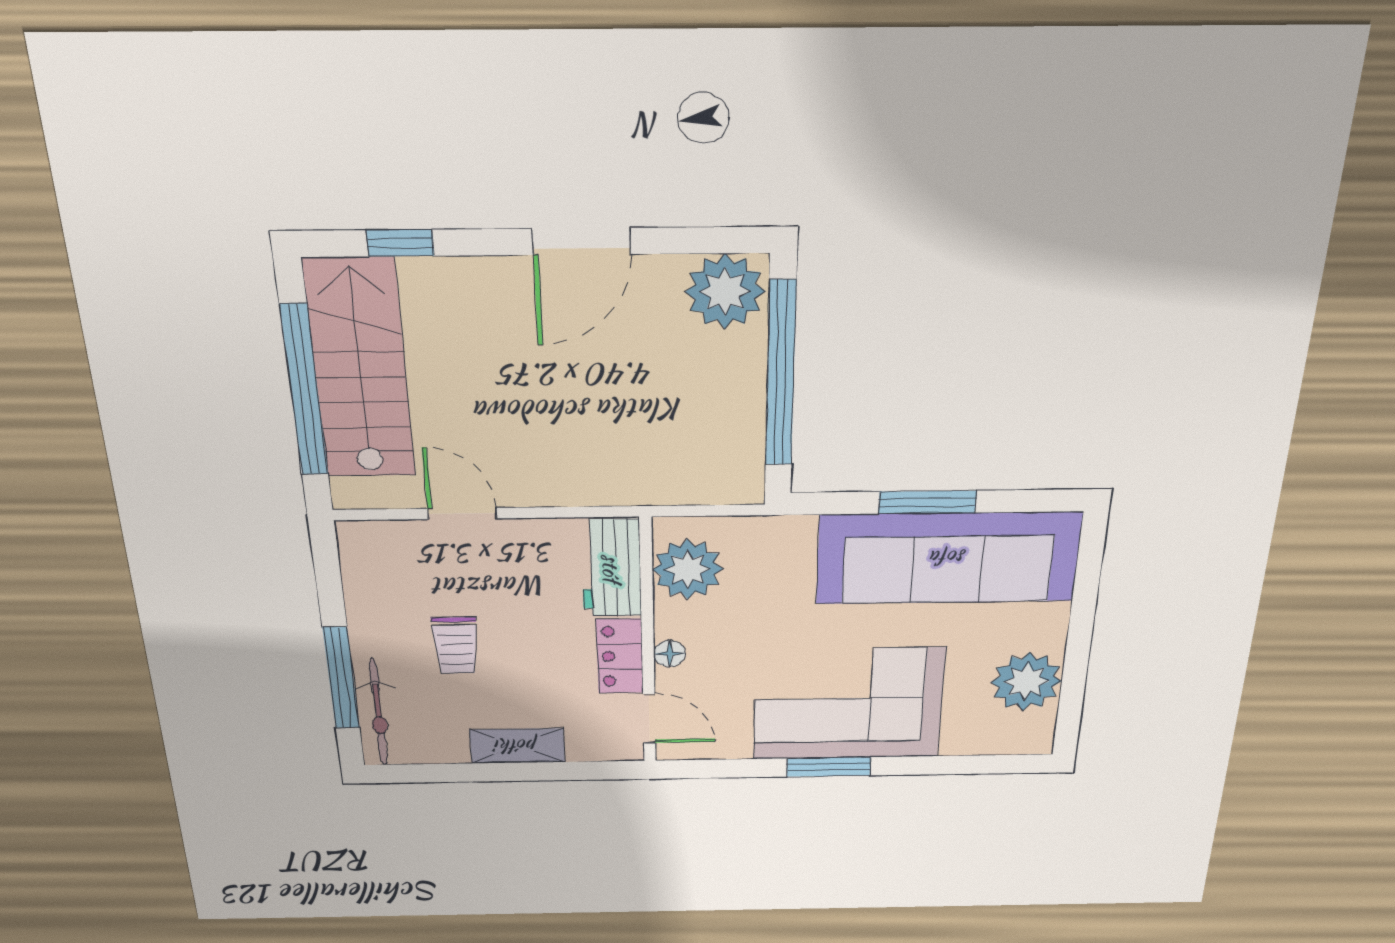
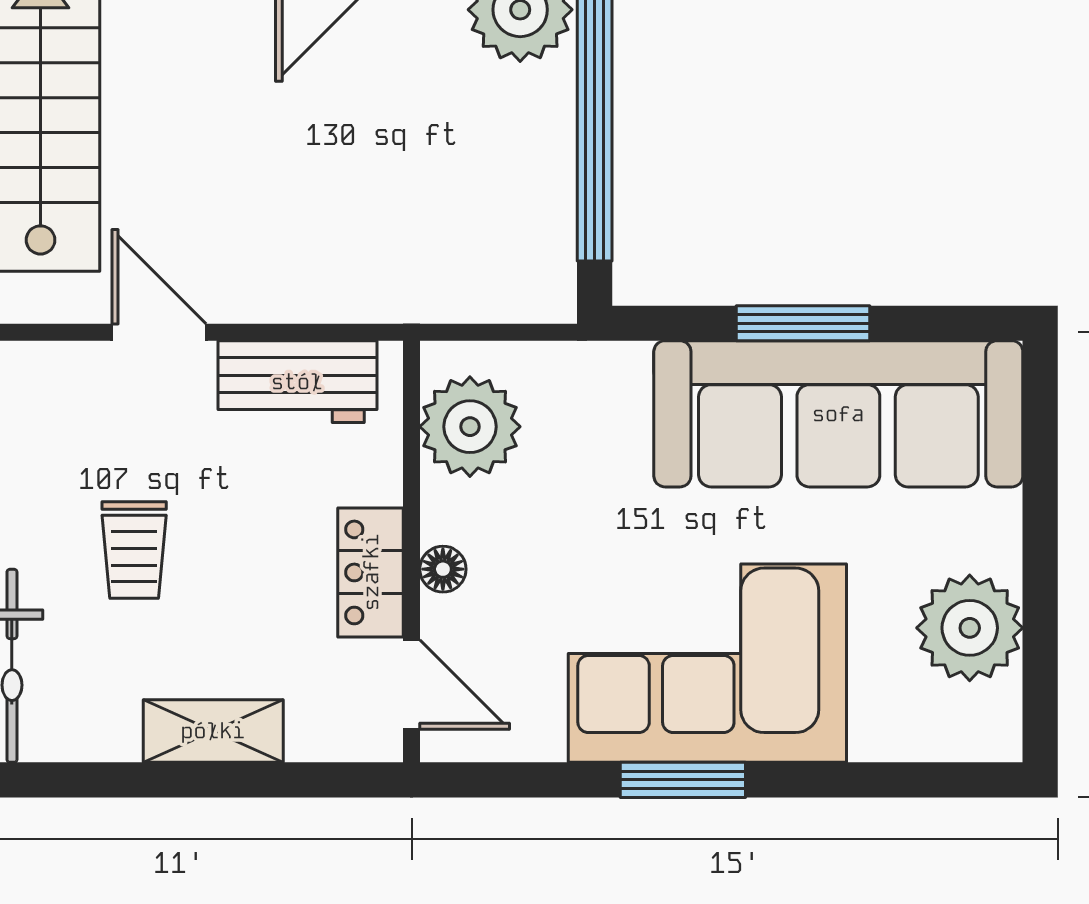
workbench: (611, 568) -> (297, 382), moved, turned -90

